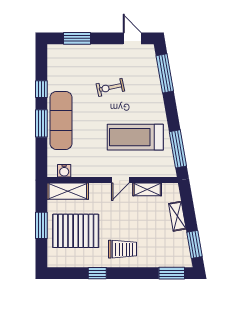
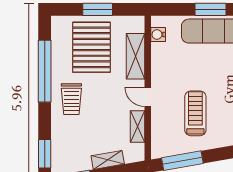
treadmill: (135, 137) -> (195, 113), width x0.73, depth x0.73
shelving: (68, 191) -> (135, 56), moved
window: (97, 273) -> (45, 71), width x3.17

